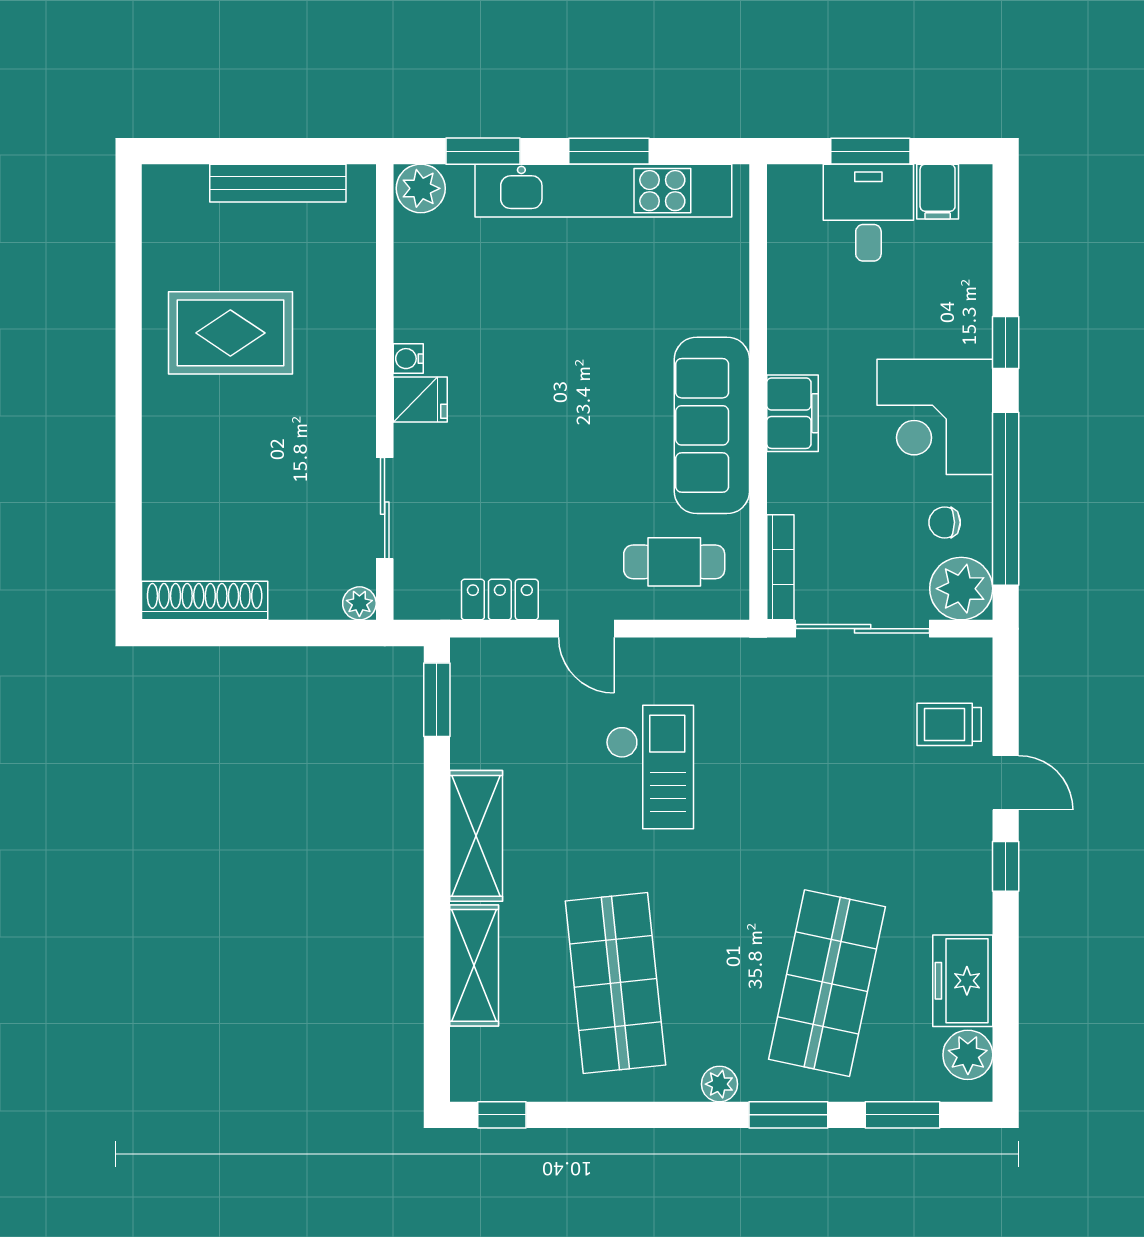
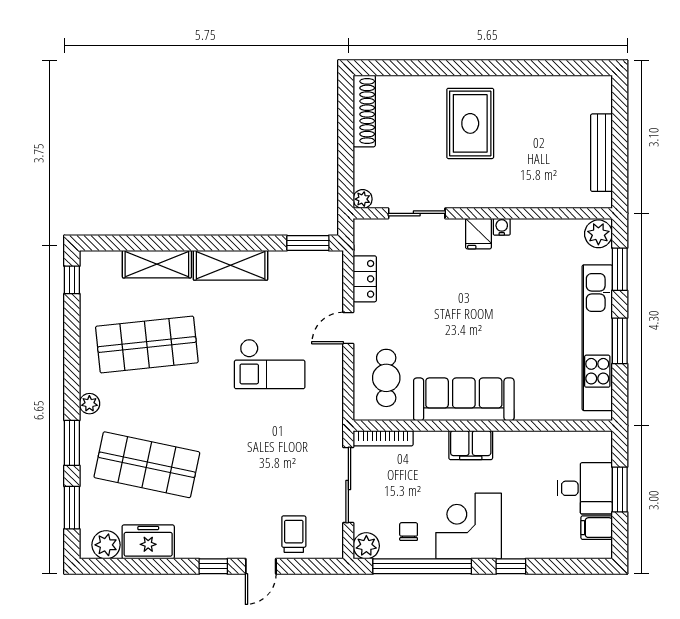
rug: (230, 333) -> (470, 123), moved
plant: (961, 589) -> (366, 546), width x0.73, depth x0.73

